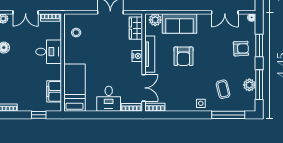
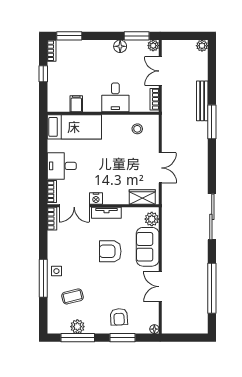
double door: (225, 12) -> (160, 287), moved
tv unit: (150, 54) -> (106, 213), width x0.71
nightstand: (137, 56) -> (96, 199), moved
filing cabinet: (54, 91) -> (76, 104), width x0.50
window: (39, 115) -> (43, 74), moved
window: (228, 115) -> (43, 278), moved

